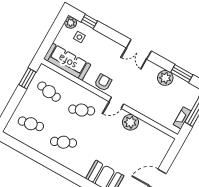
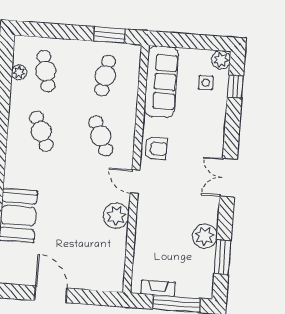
plant: (24, 139) -> (19, 72), added

